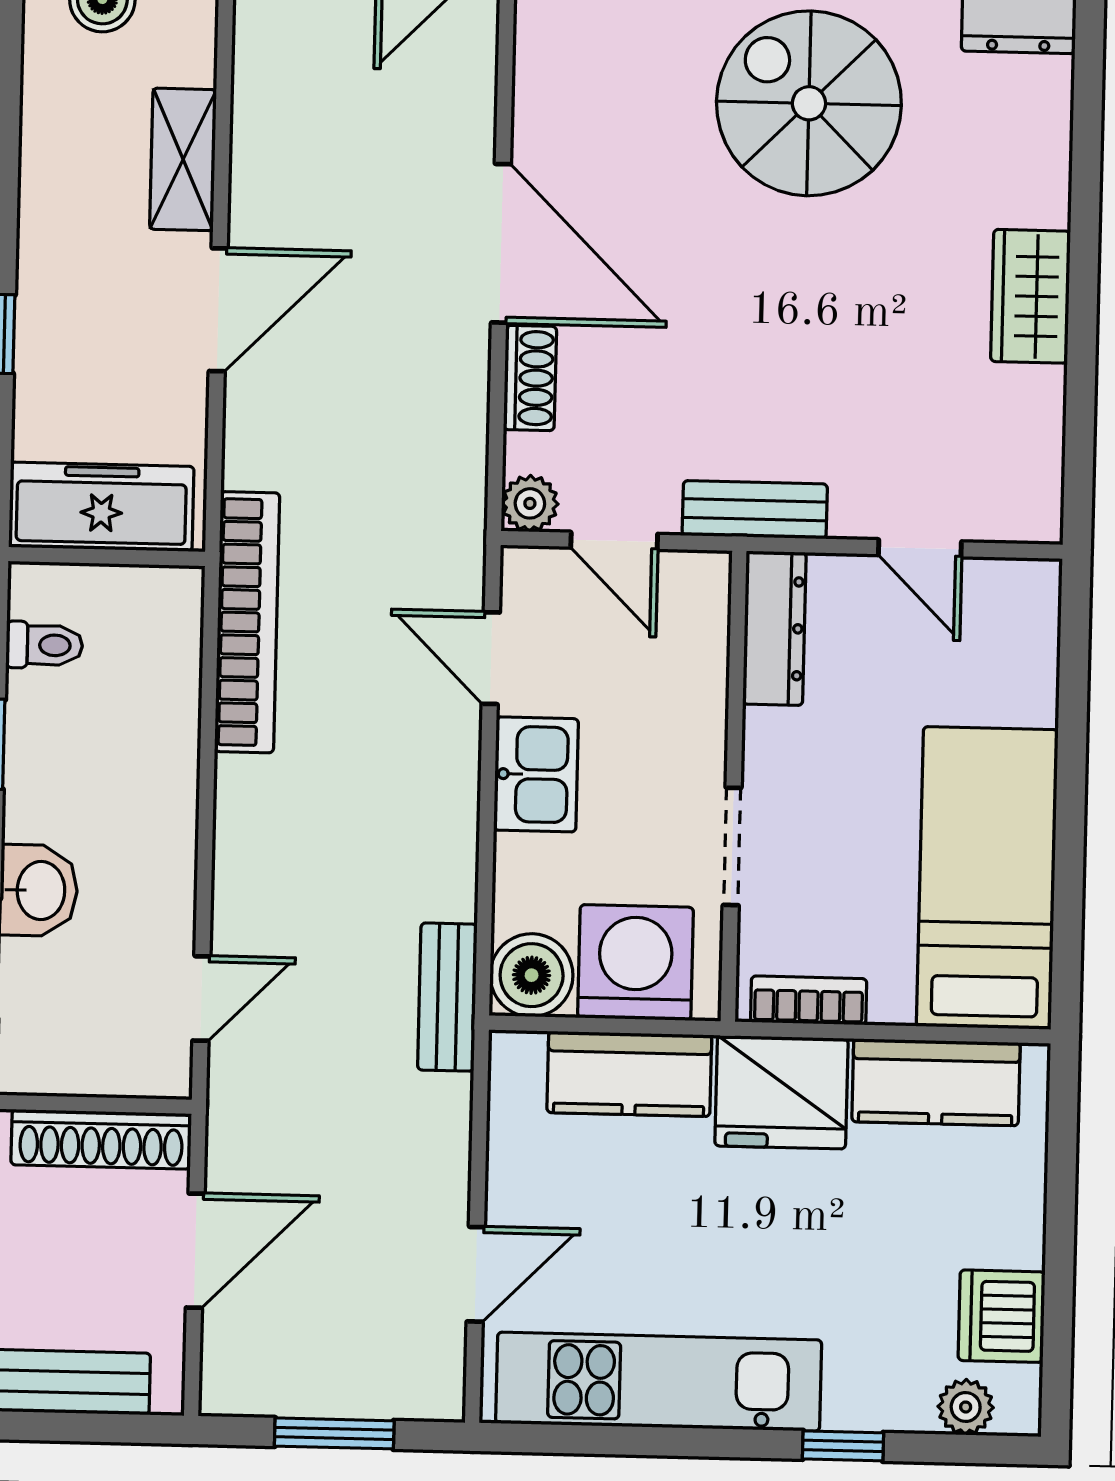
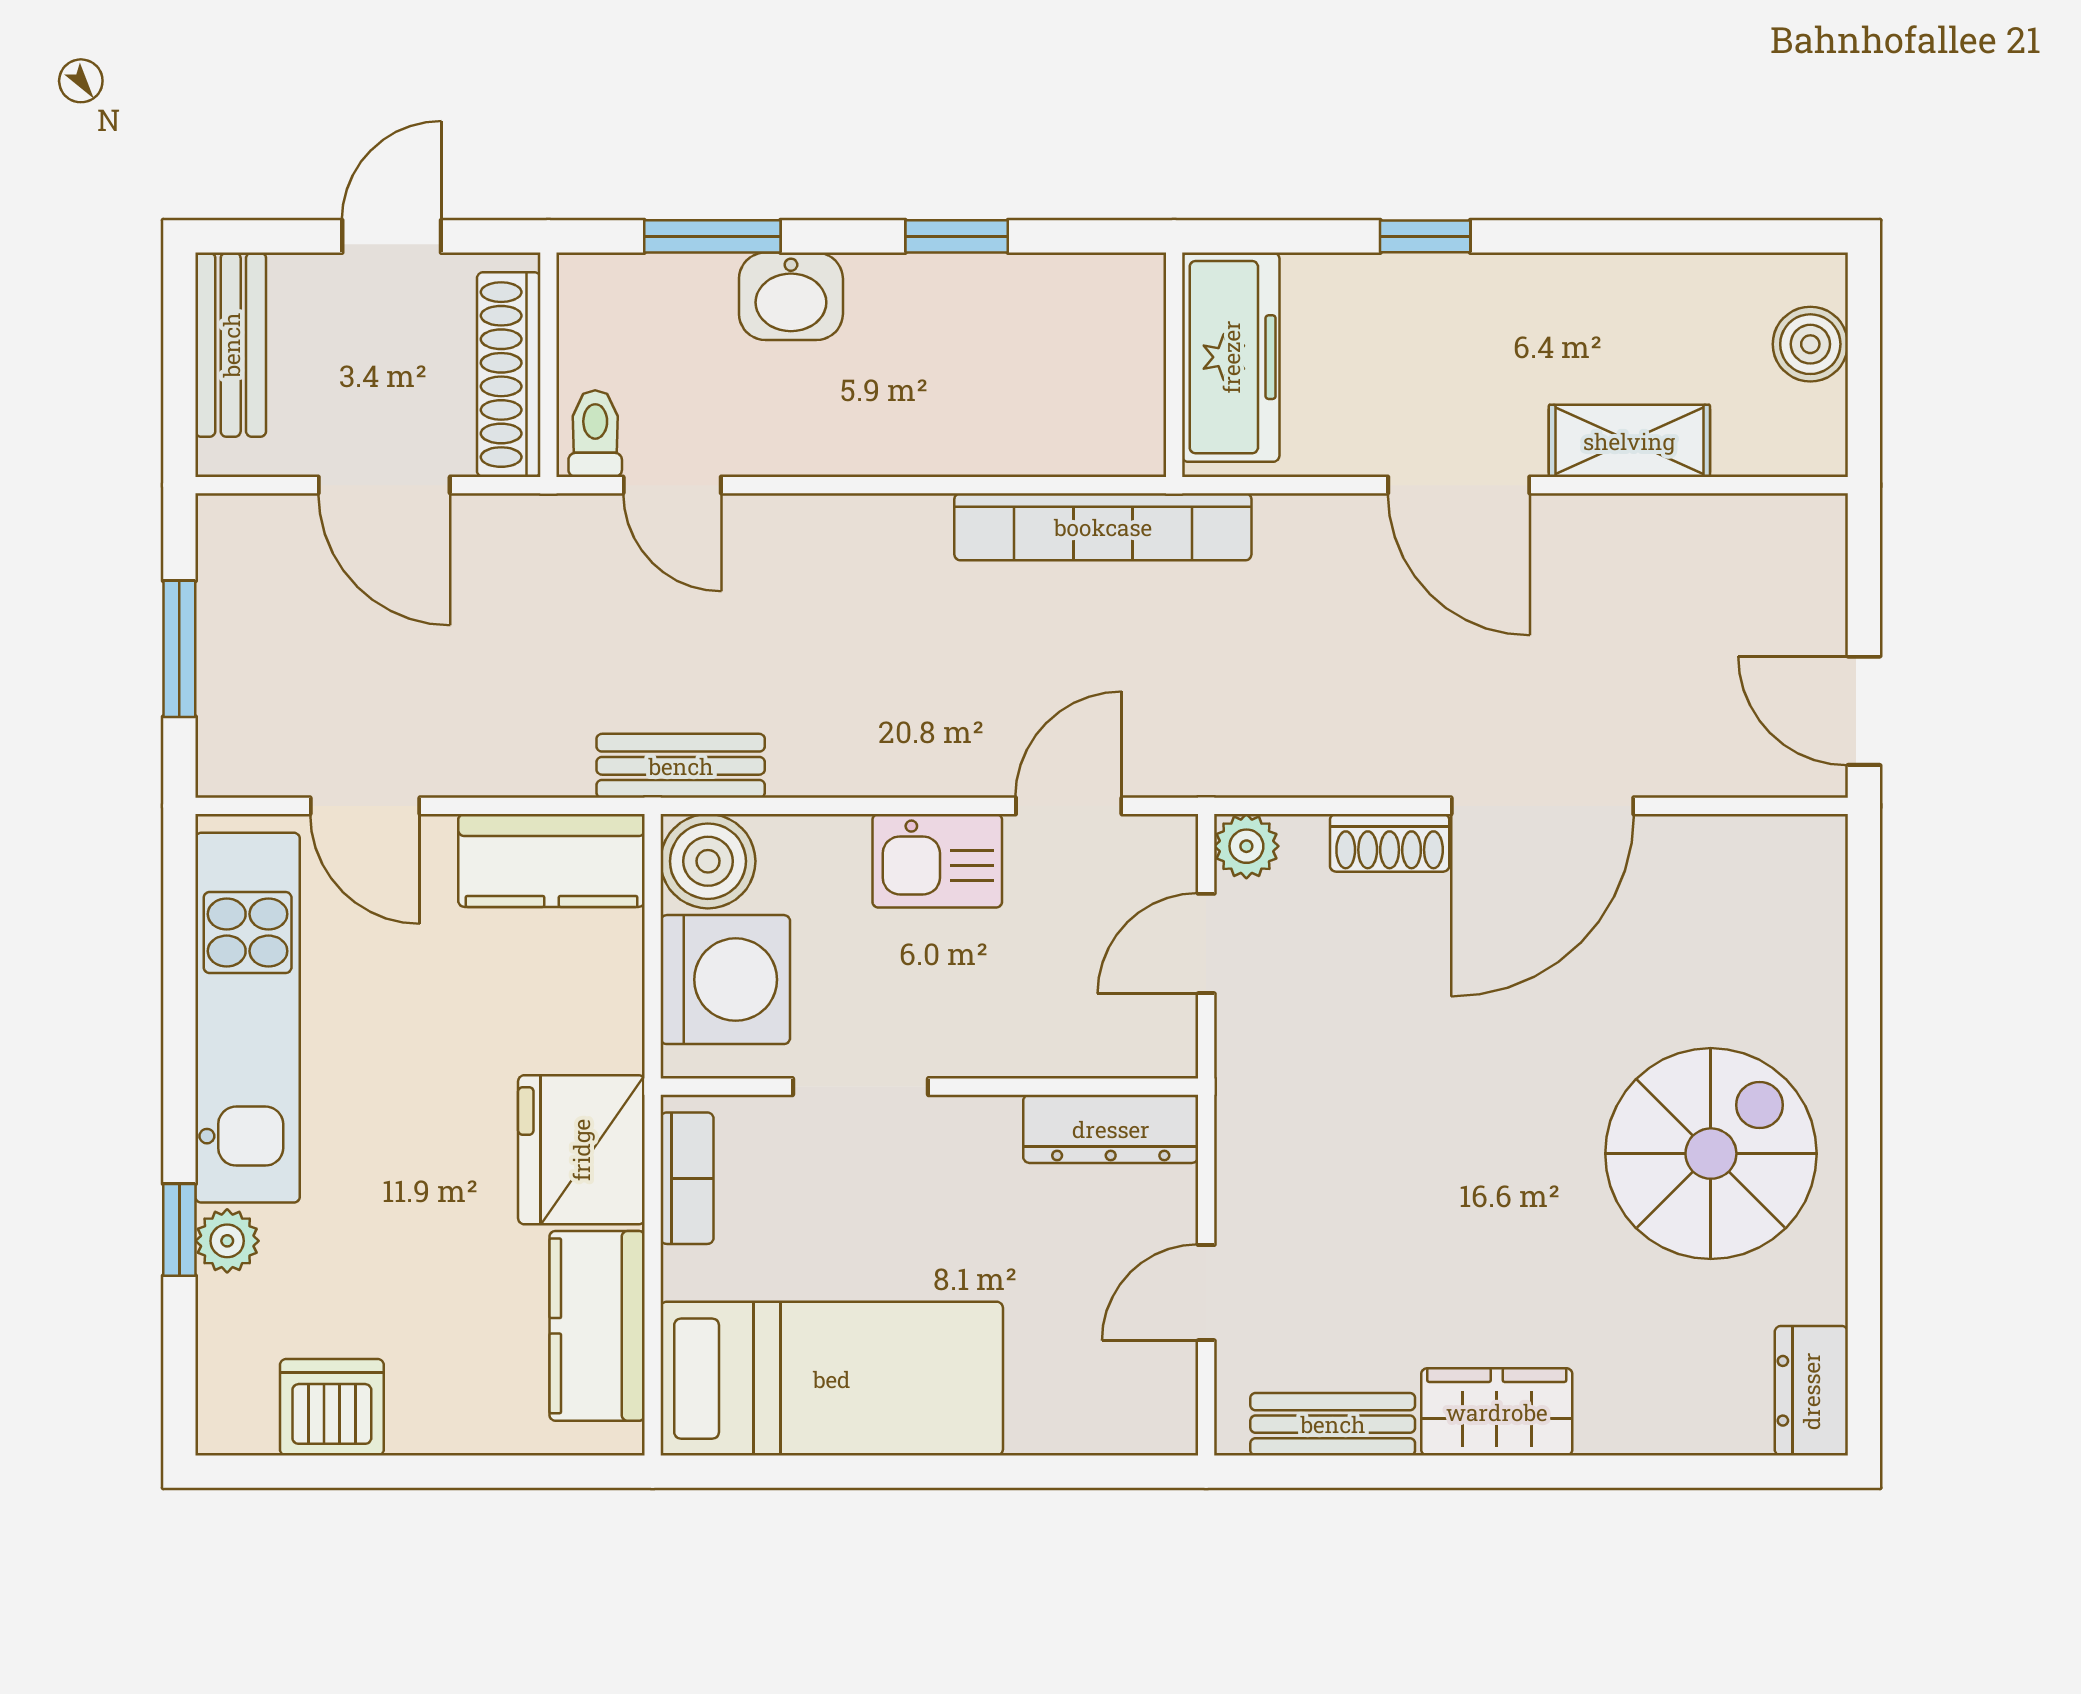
bench: (755, 510) -> (1333, 1424), moved, turned 90
toilet: (44, 645) -> (595, 434), moved, turned 180
kitchen counter: (629, 1074) -> (552, 860), moved, turned -90
plant: (966, 1407) -> (227, 1241), moved

